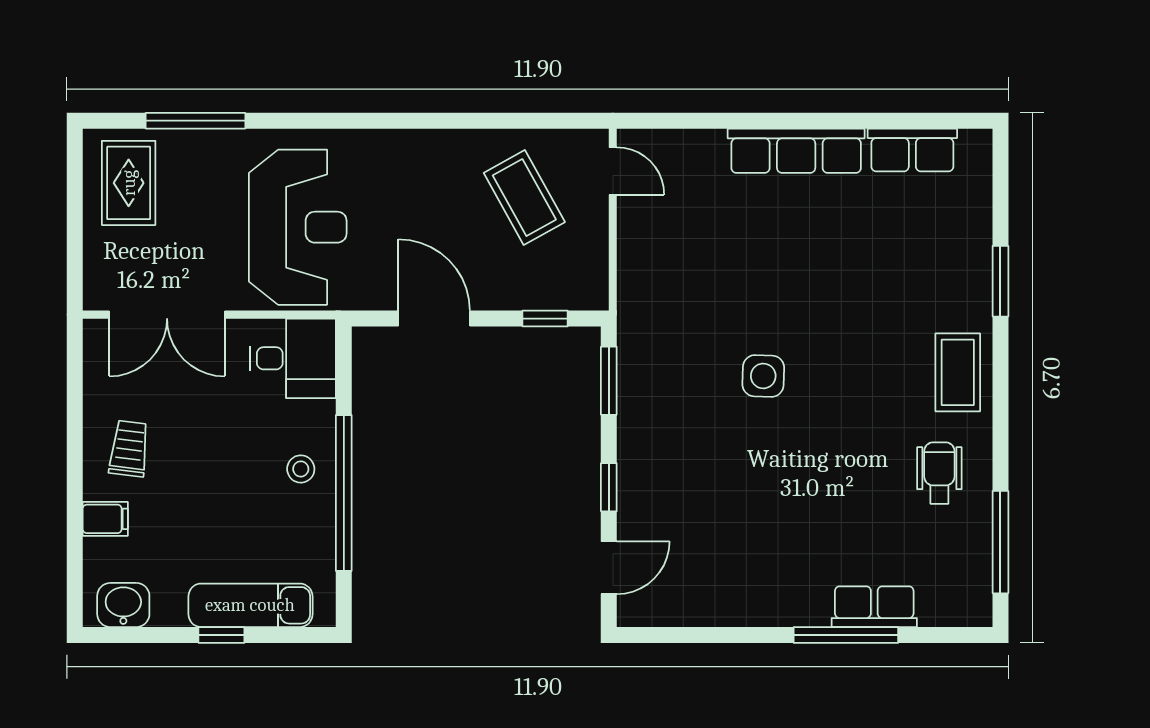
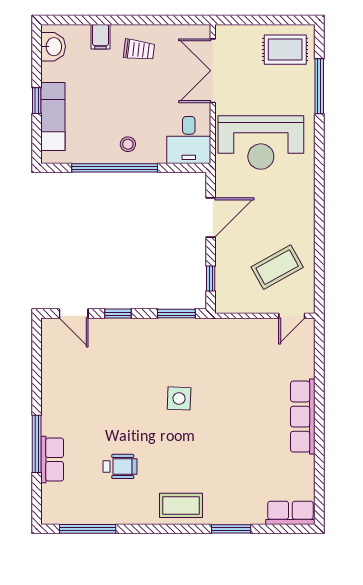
row of seats: (912, 150) -> (290, 513), moved, turned 90
wheelchair: (939, 473) -> (120, 466), moved

